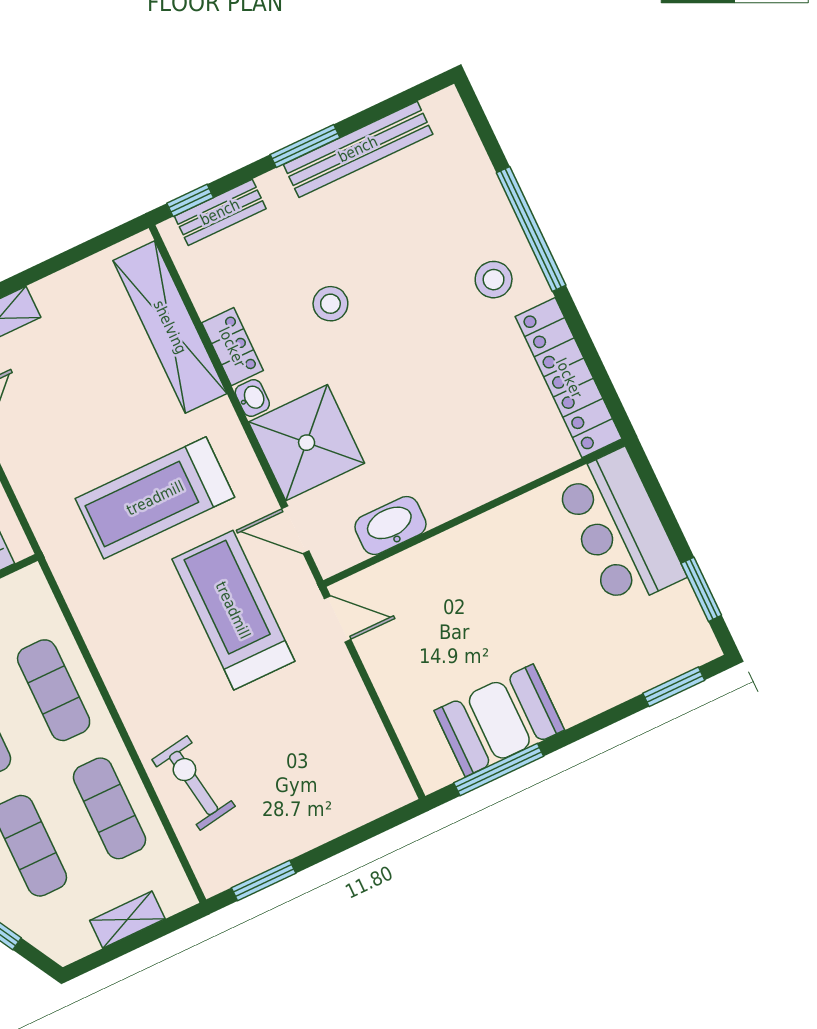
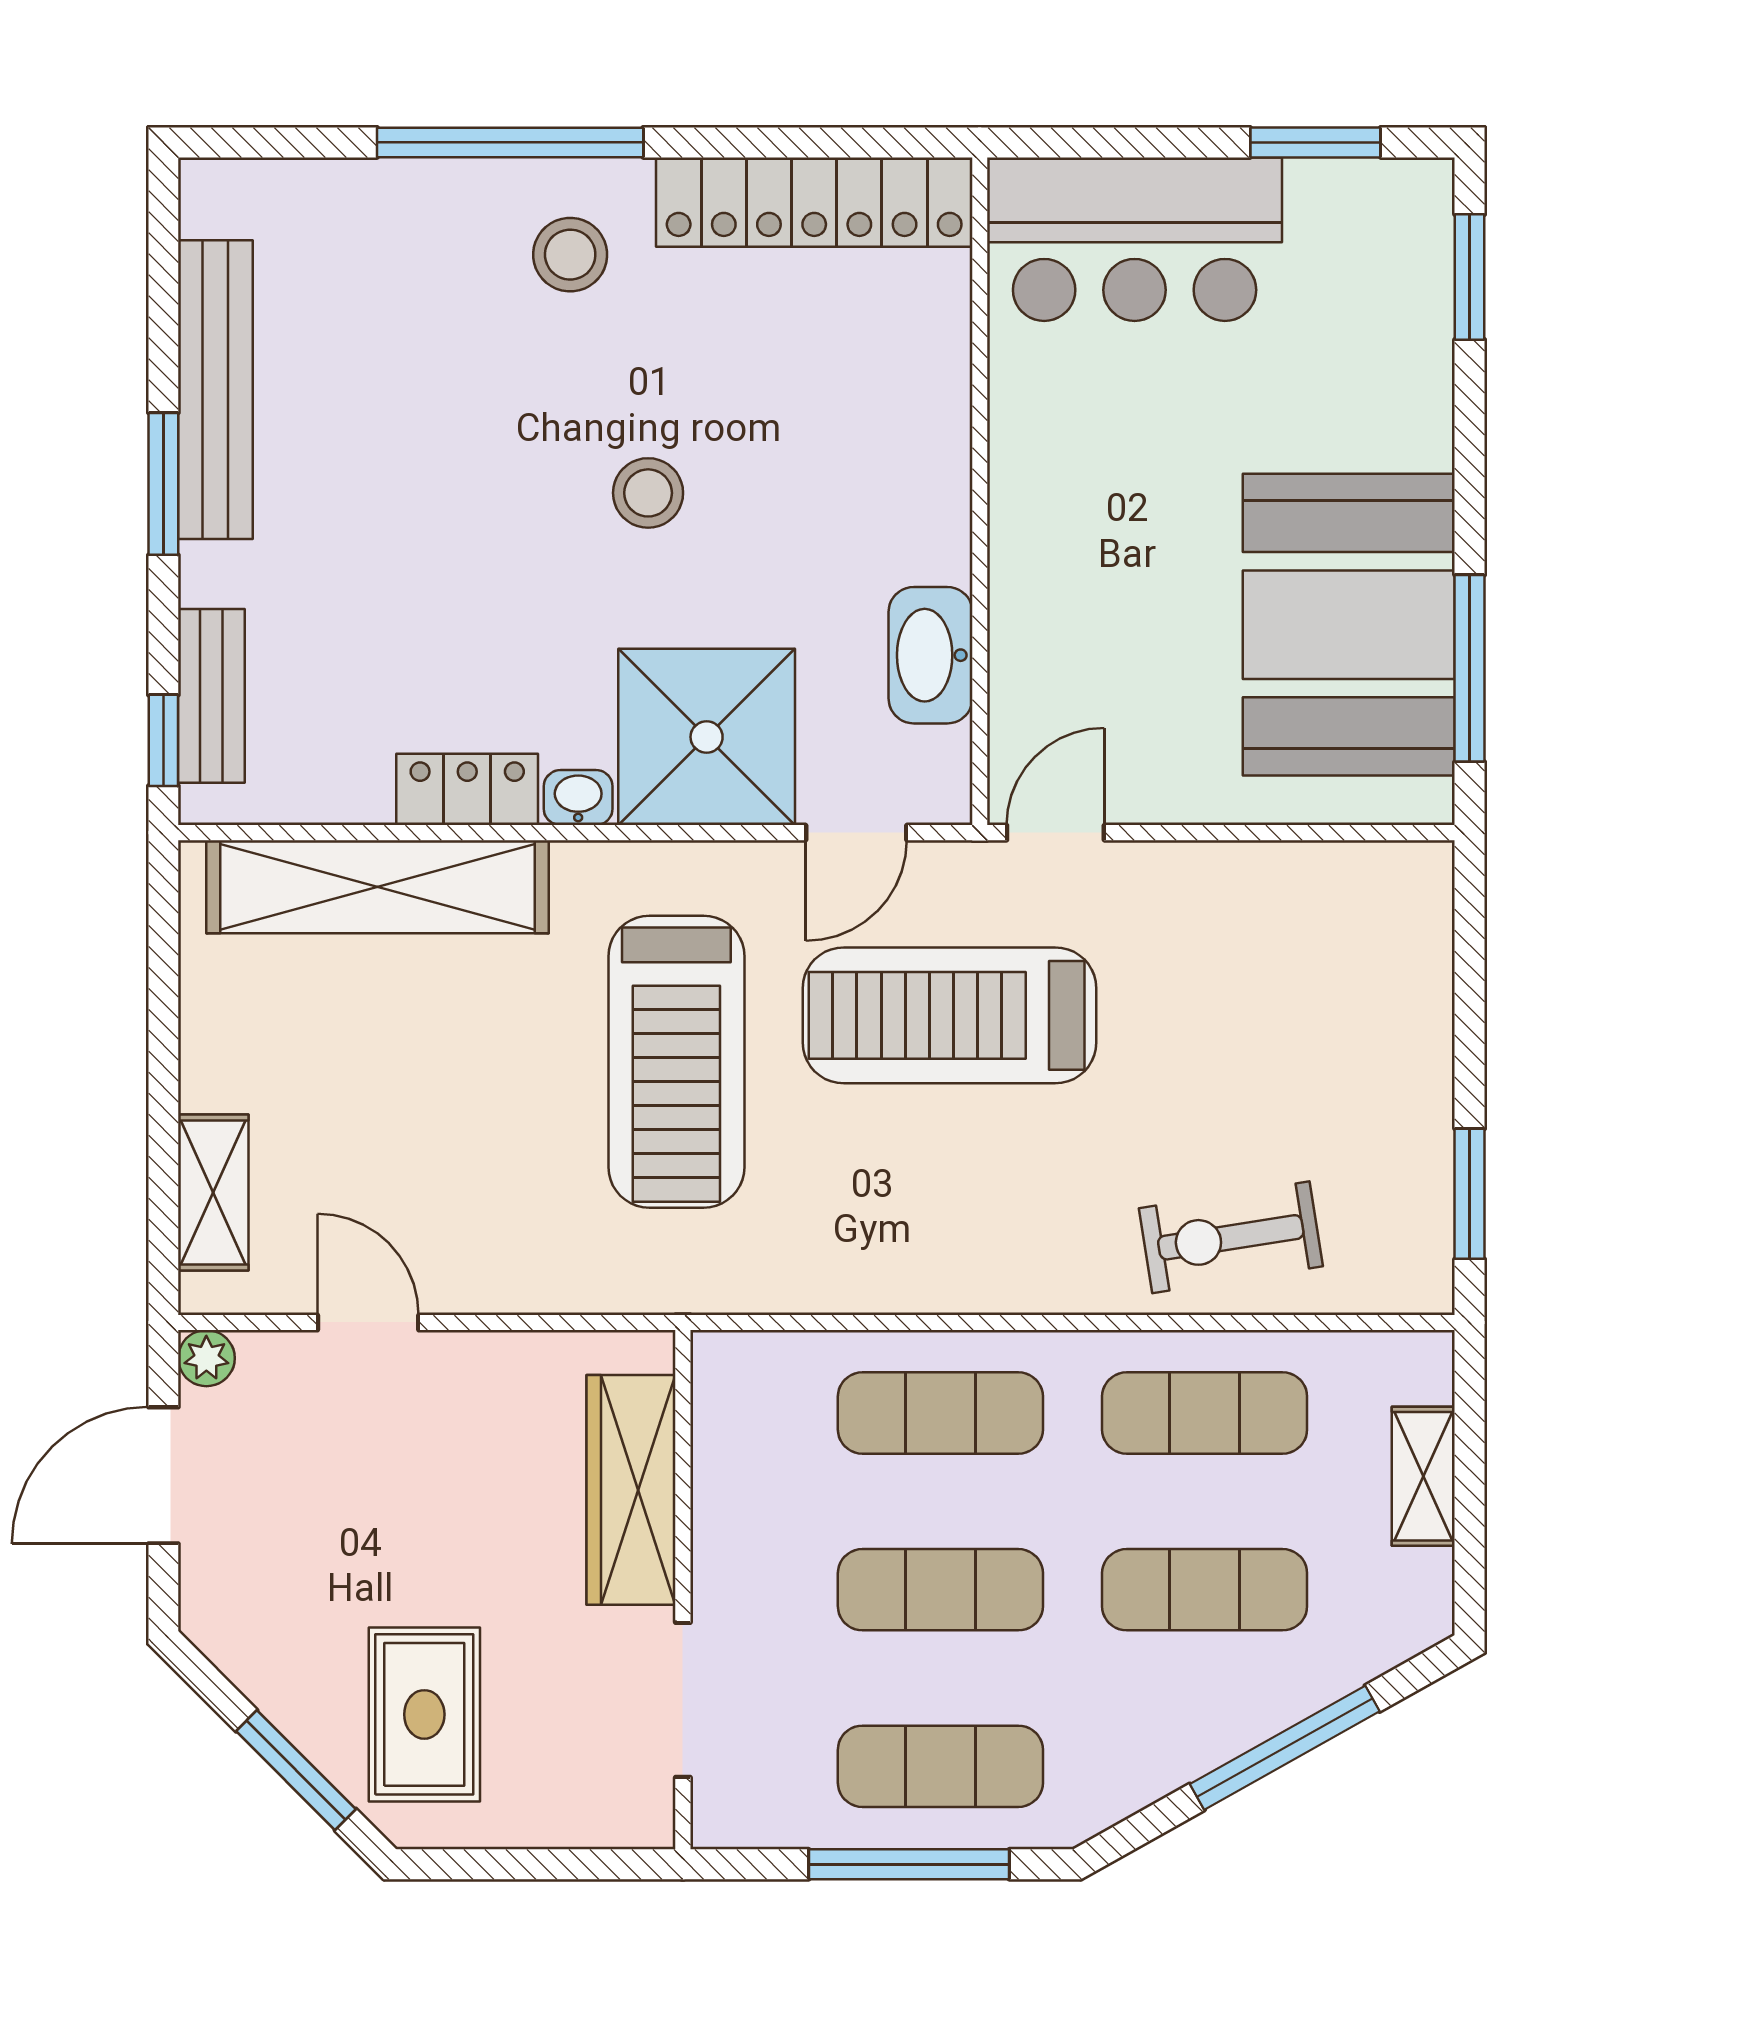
stool: (330, 304) -> (648, 493), moved
booth: (499, 720) -> (1349, 625), width x1.36, depth x1.42

